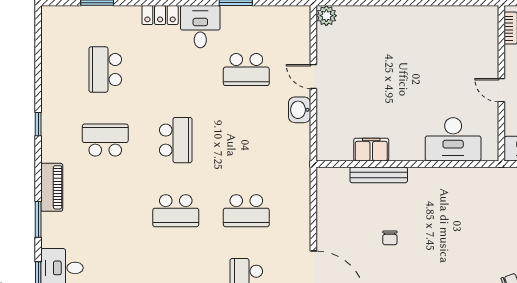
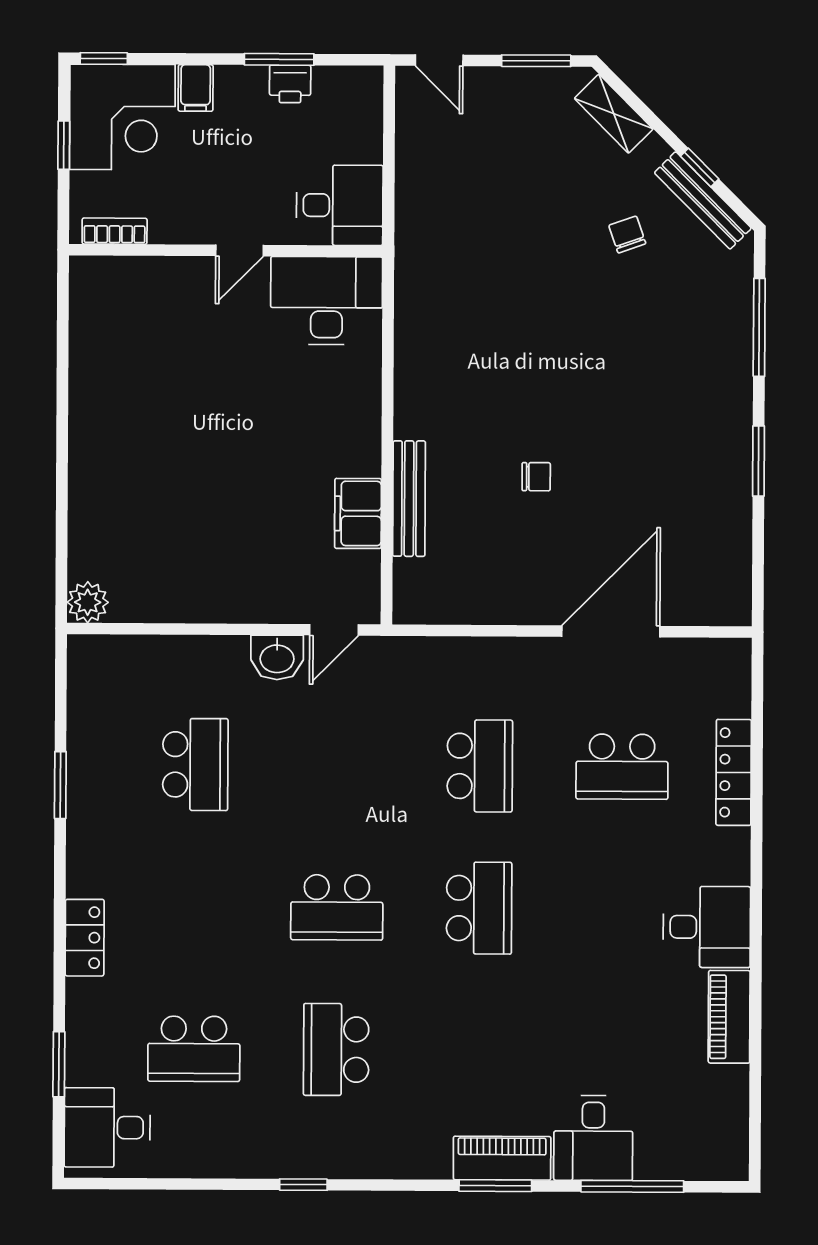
desk: (200, 27) -> (107, 1127), moved
door: (313, 76) -> (334, 630), moved
desk: (453, 139) -> (326, 301), moved, turned -90
school desk: (176, 140) -> (337, 907), turned 180
piano: (52, 187) -> (502, 1158), moved

